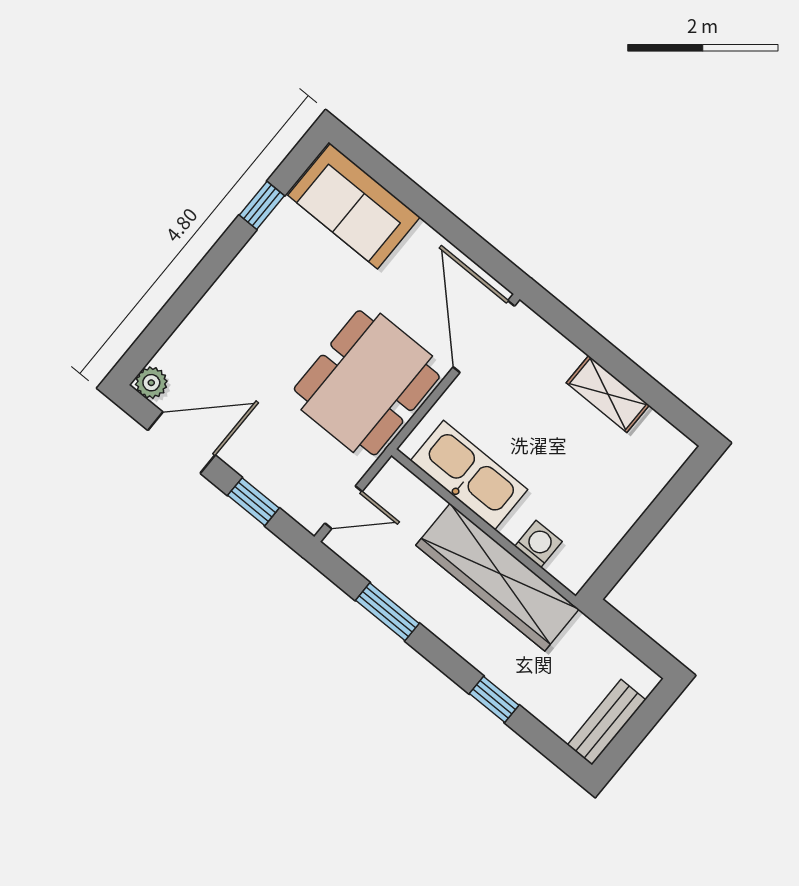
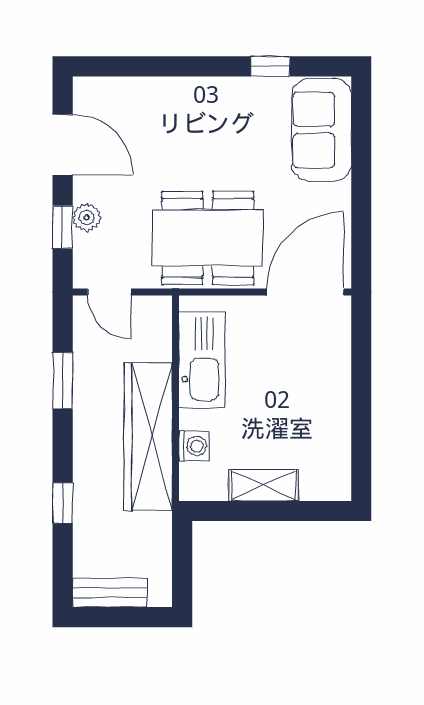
plant: (151, 383) -> (87, 217), moved
shelving: (608, 394) -> (264, 485), moved, turned 90

